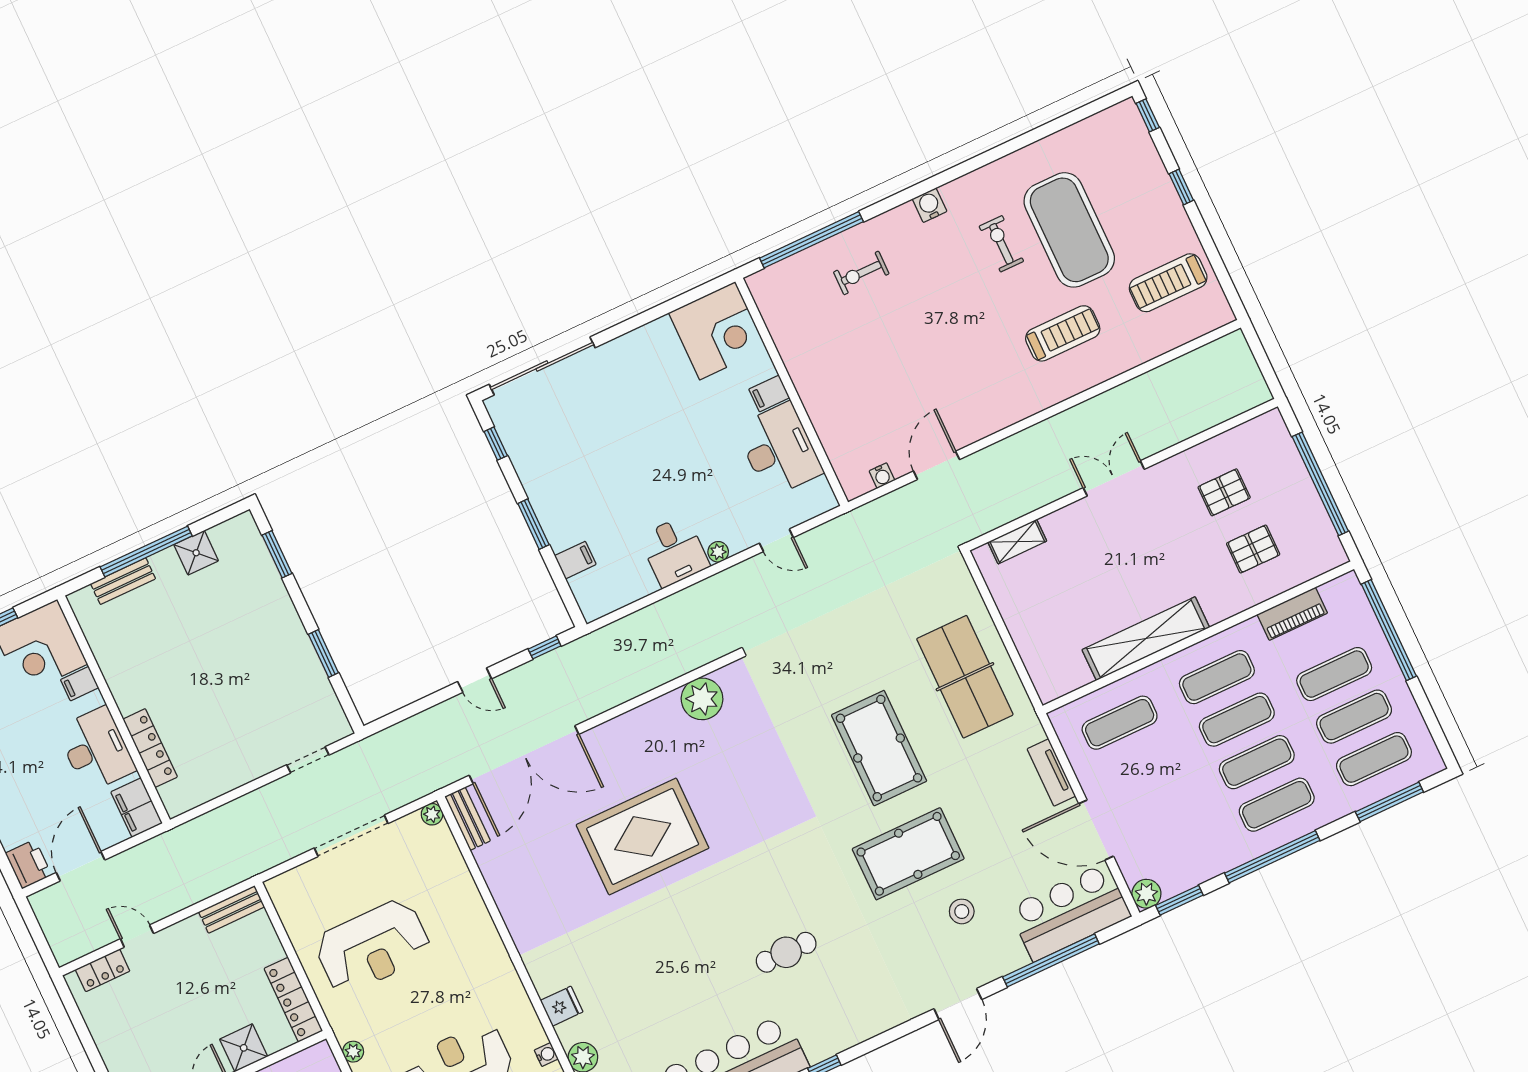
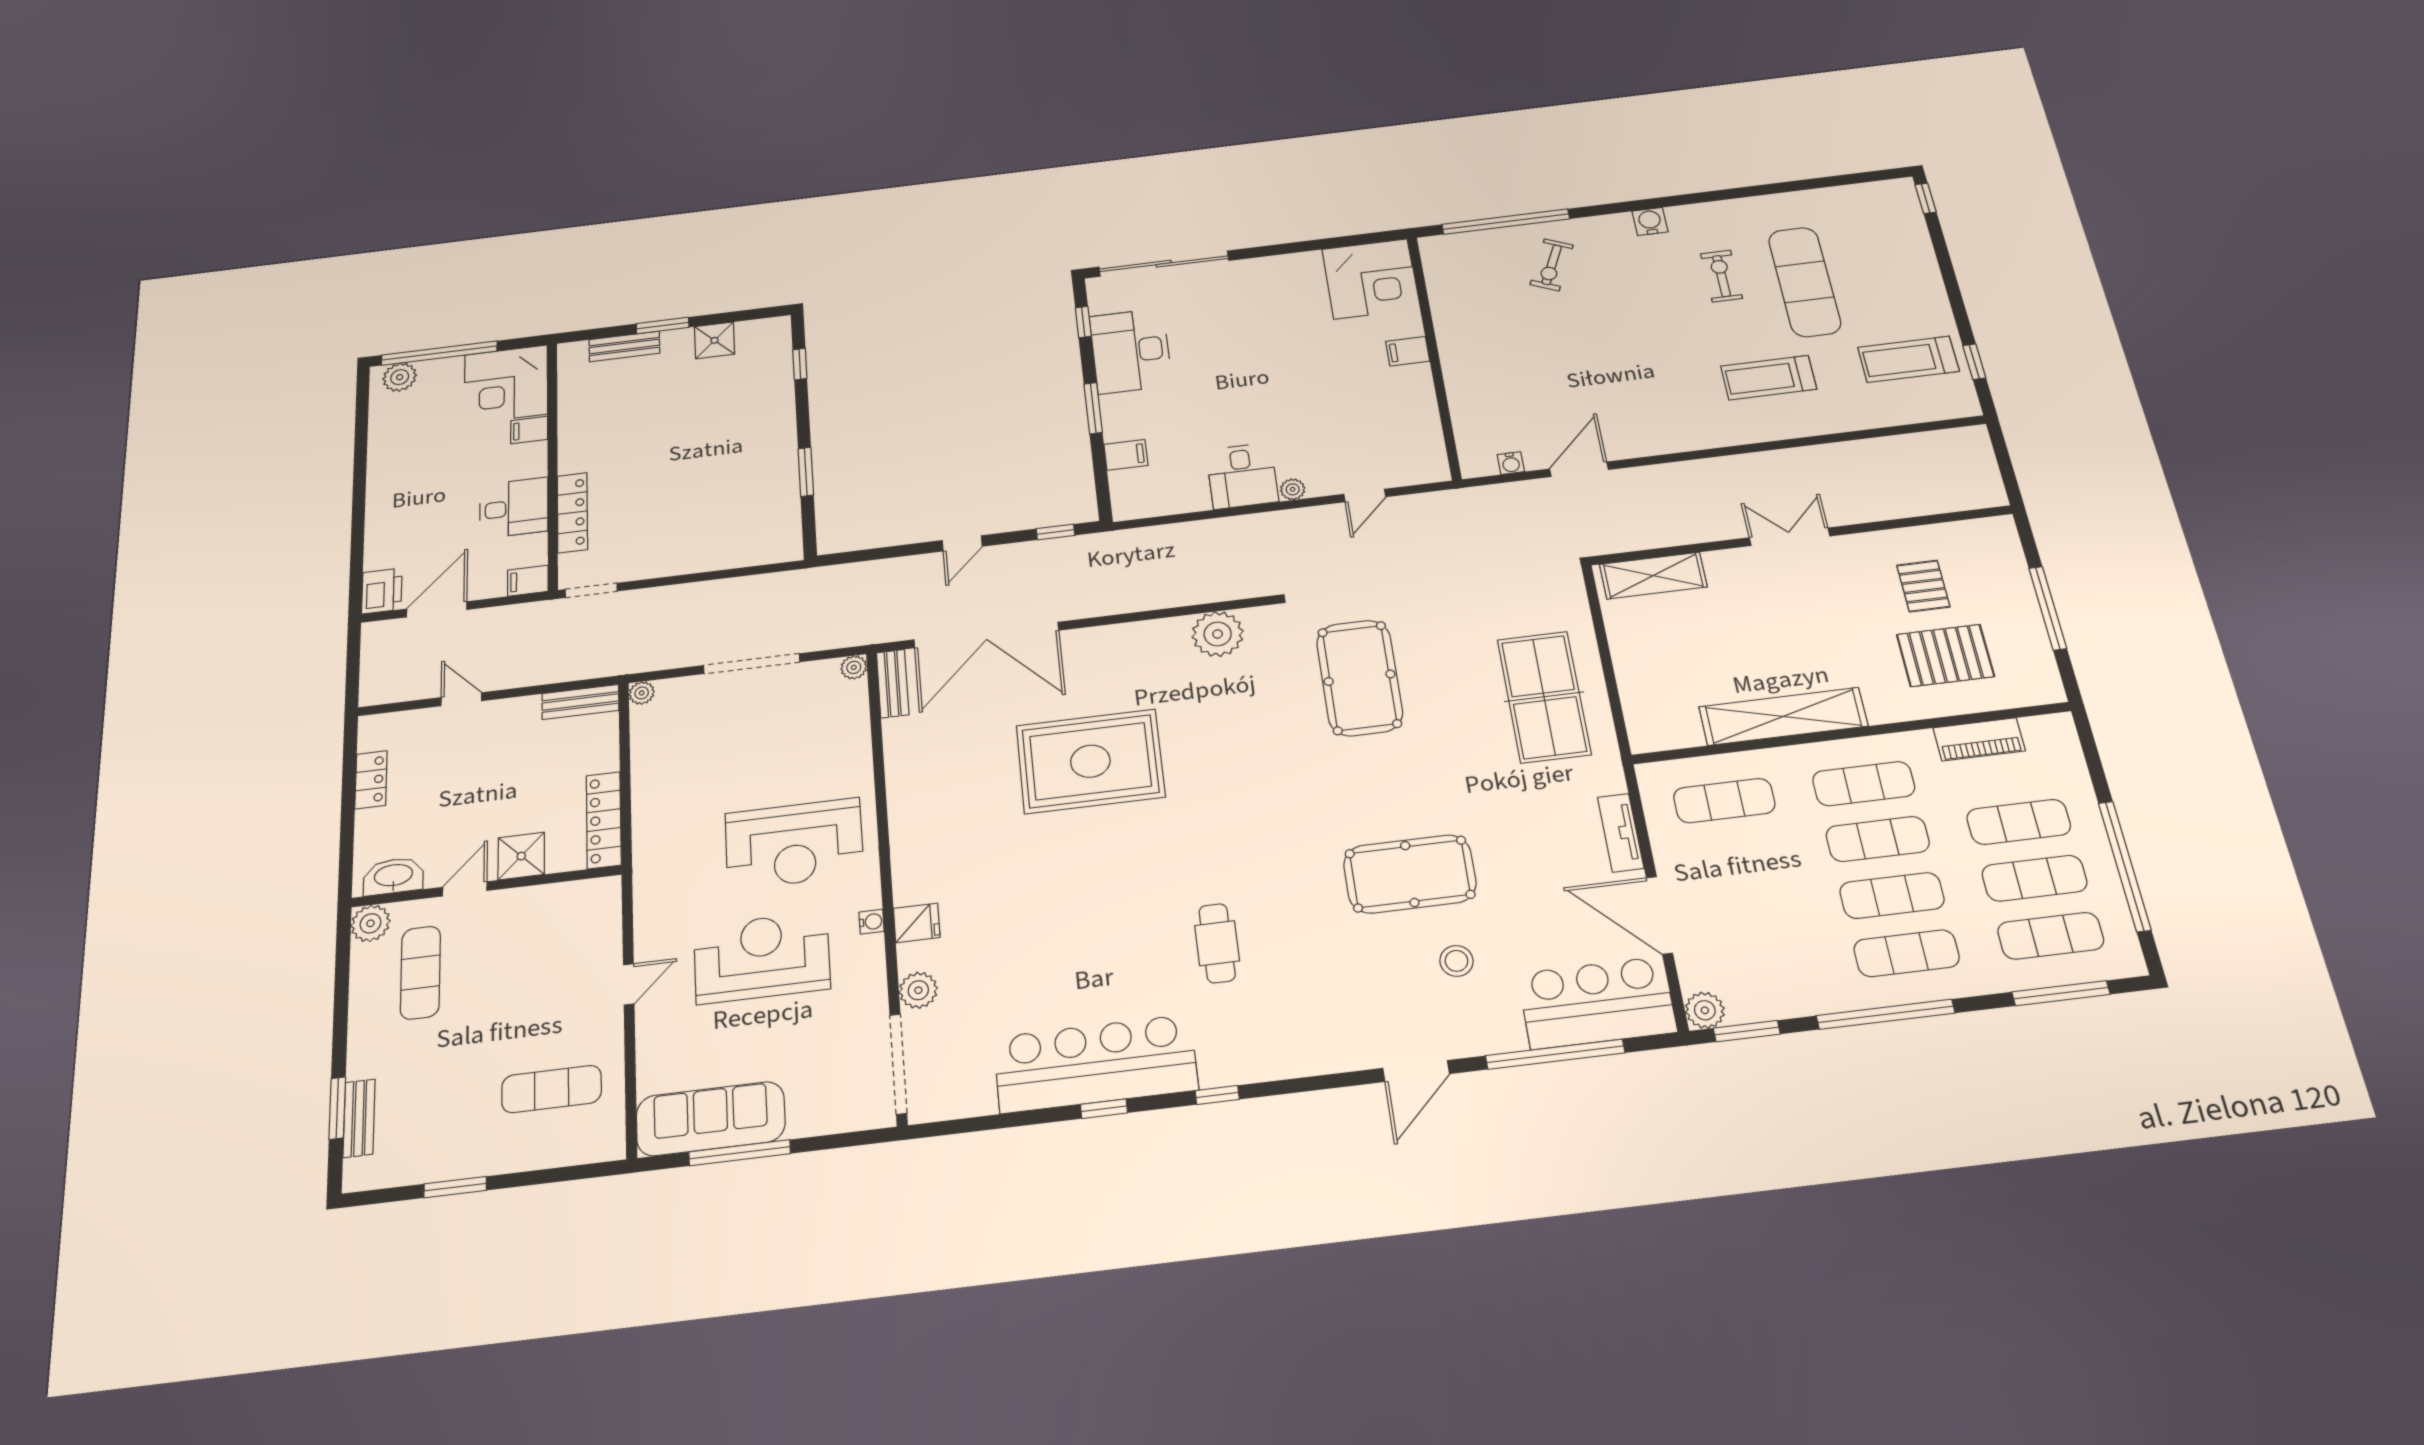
window: (1181, 187) -> (1974, 362), moved
exercise mat: (1069, 230) -> (1805, 282), width x0.68
exercise bike: (861, 273) -> (1552, 265), turned -66
treadmill: (1063, 333) -> (1769, 378), turned 180
desk: (779, 450) -> (1131, 351), moved, turned 180
window: (1320, 484) -> (2048, 608), width x0.68
pallet: (1224, 492) -> (1923, 586), turned 90
door: (776, 540) -> (1365, 496), hinge flipped
shelving: (1017, 542) -> (1653, 576), width x1.50, depth x1.33
pallet: (1253, 549) -> (1945, 655), width x1.50, depth x1.42
window: (146, 551) -> (663, 326), width x0.47
window: (277, 554) -> (800, 364), width x0.67
window: (1389, 630) -> (2125, 866), moved
door: (475, 680) -> (962, 543), hinge flipped
pool table: (879, 748) -> (1360, 678), moved
desk: (96, 749) -> (514, 508), width x0.73
doorway: (308, 760) -> (591, 590), moved
filing cabinet: (137, 808) -> (528, 581), width x0.50
reception desk: (373, 947) -> (794, 844), moved
cafe table: (786, 952) -> (1217, 943), turned 90
locker: (103, 970) -> (371, 780), moved, turned -90
plant: (353, 1052) -> (642, 693), moved
water cooler: (546, 1055) -> (872, 922), moved

